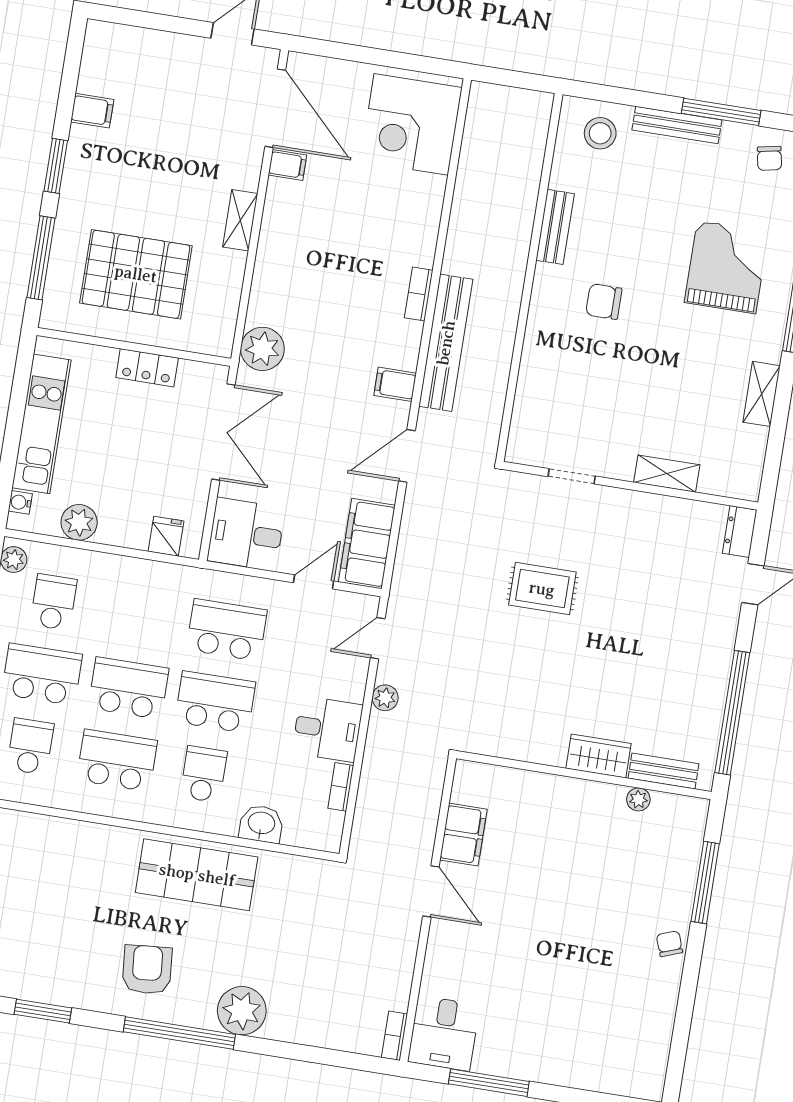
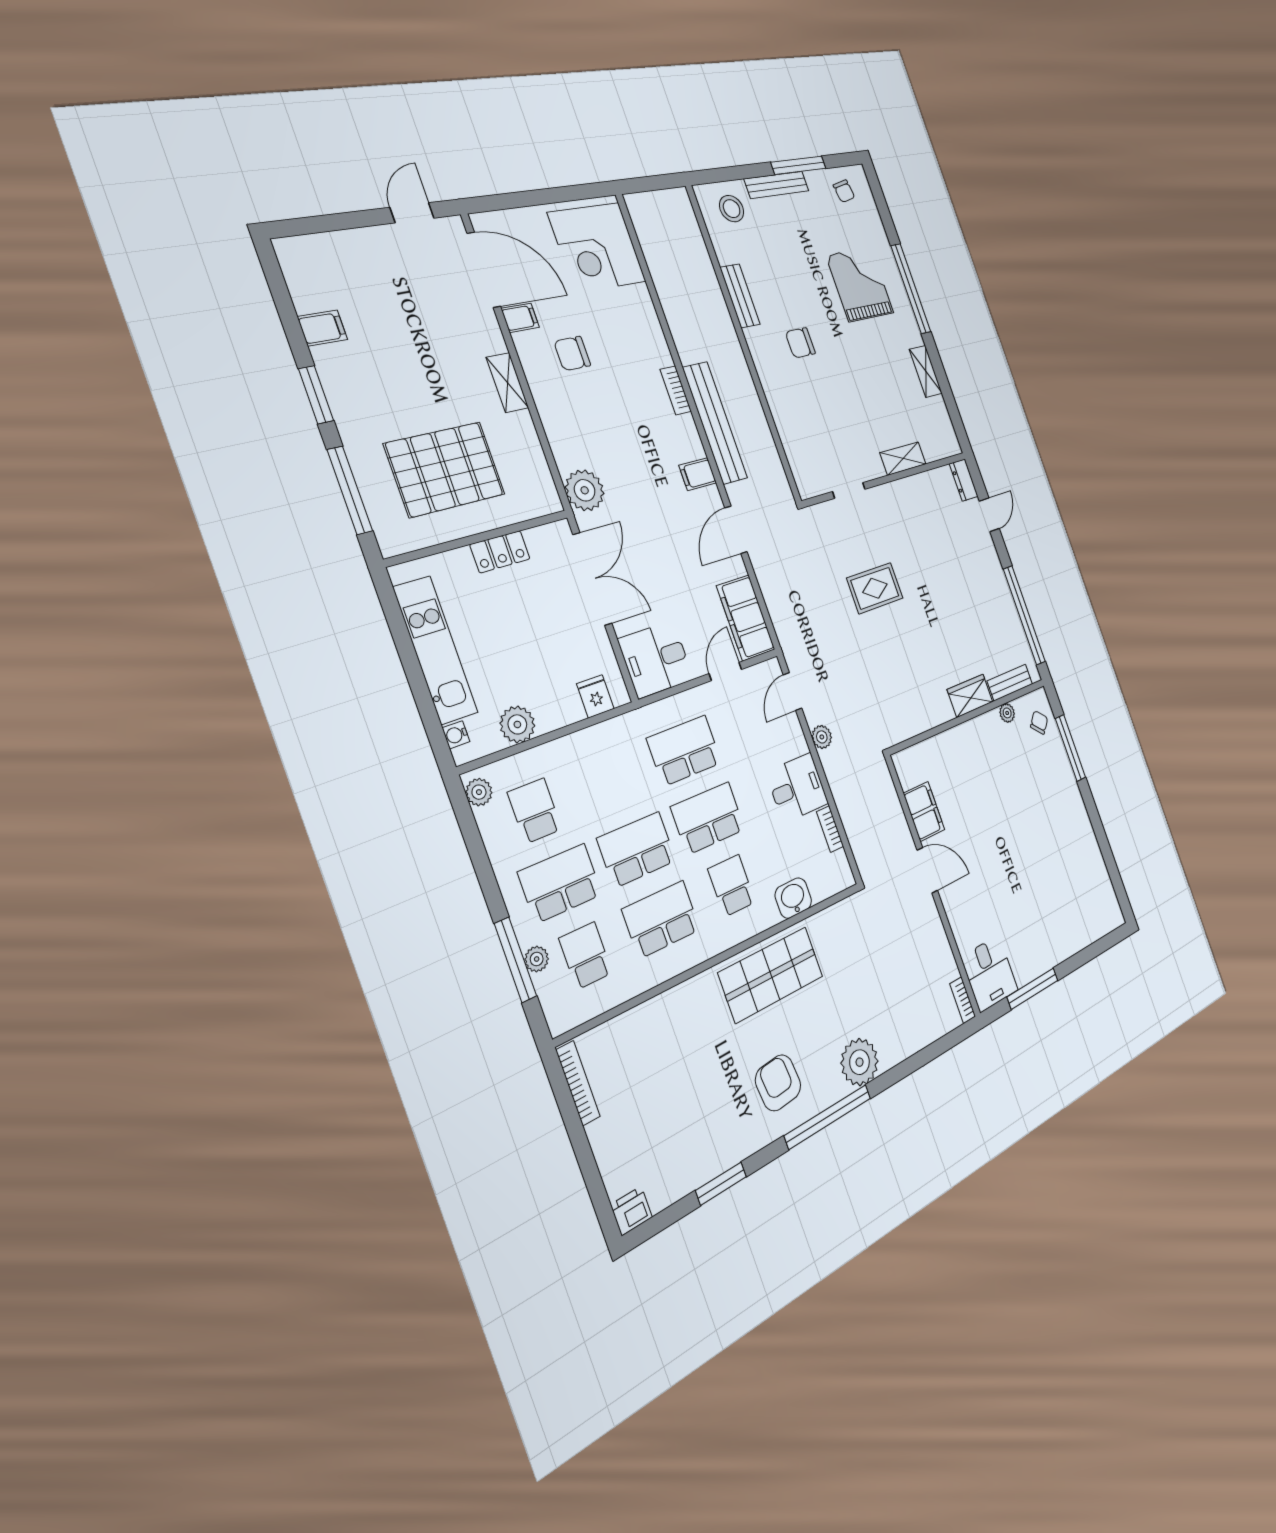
chair: (323, 217) -> (572, 353), added
chair: (669, 944) -> (1039, 722), moved, turned 63

